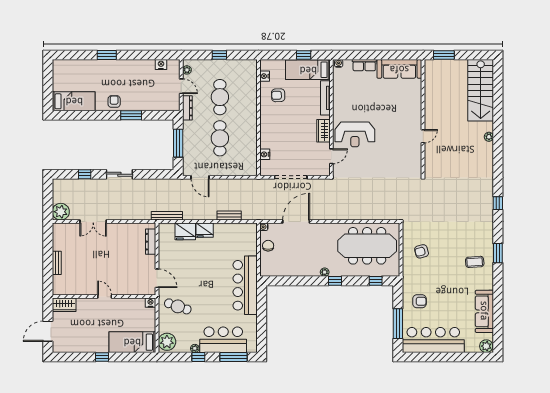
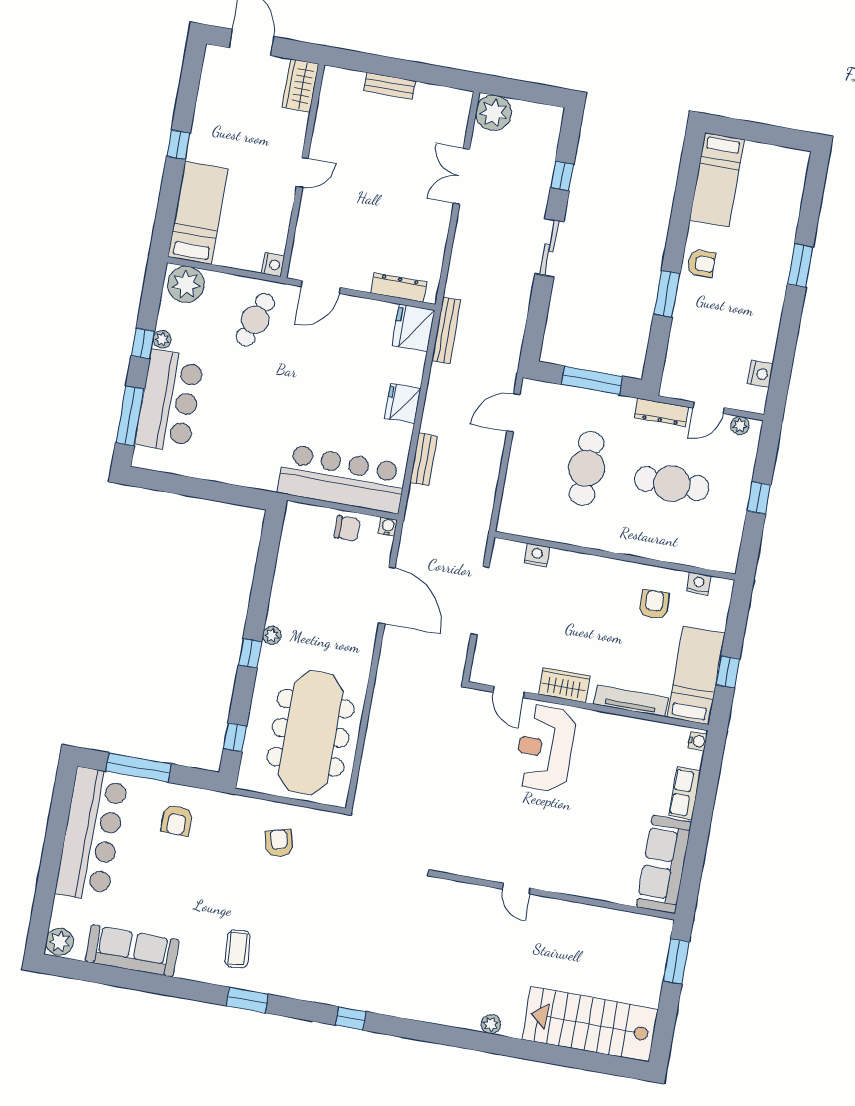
cafe table: (220, 138) -> (587, 468), turned 90
fridge: (185, 231) -> (413, 328), moved
bar counter: (245, 285) -> (342, 479), moved

